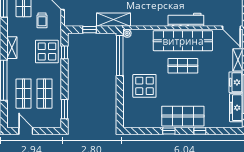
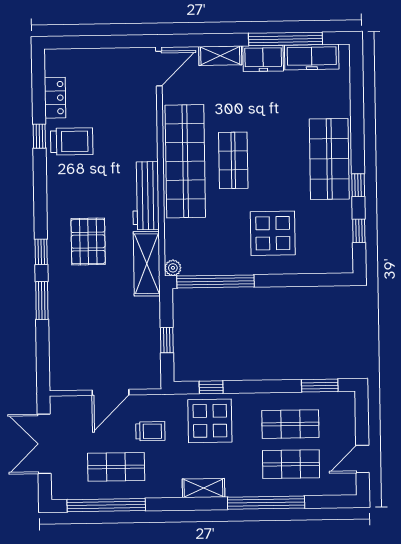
shelving: (114, 20) -> (147, 264), moved
workbench: (186, 20) -> (146, 196), moved
window: (200, 131) -> (359, 231), moved

